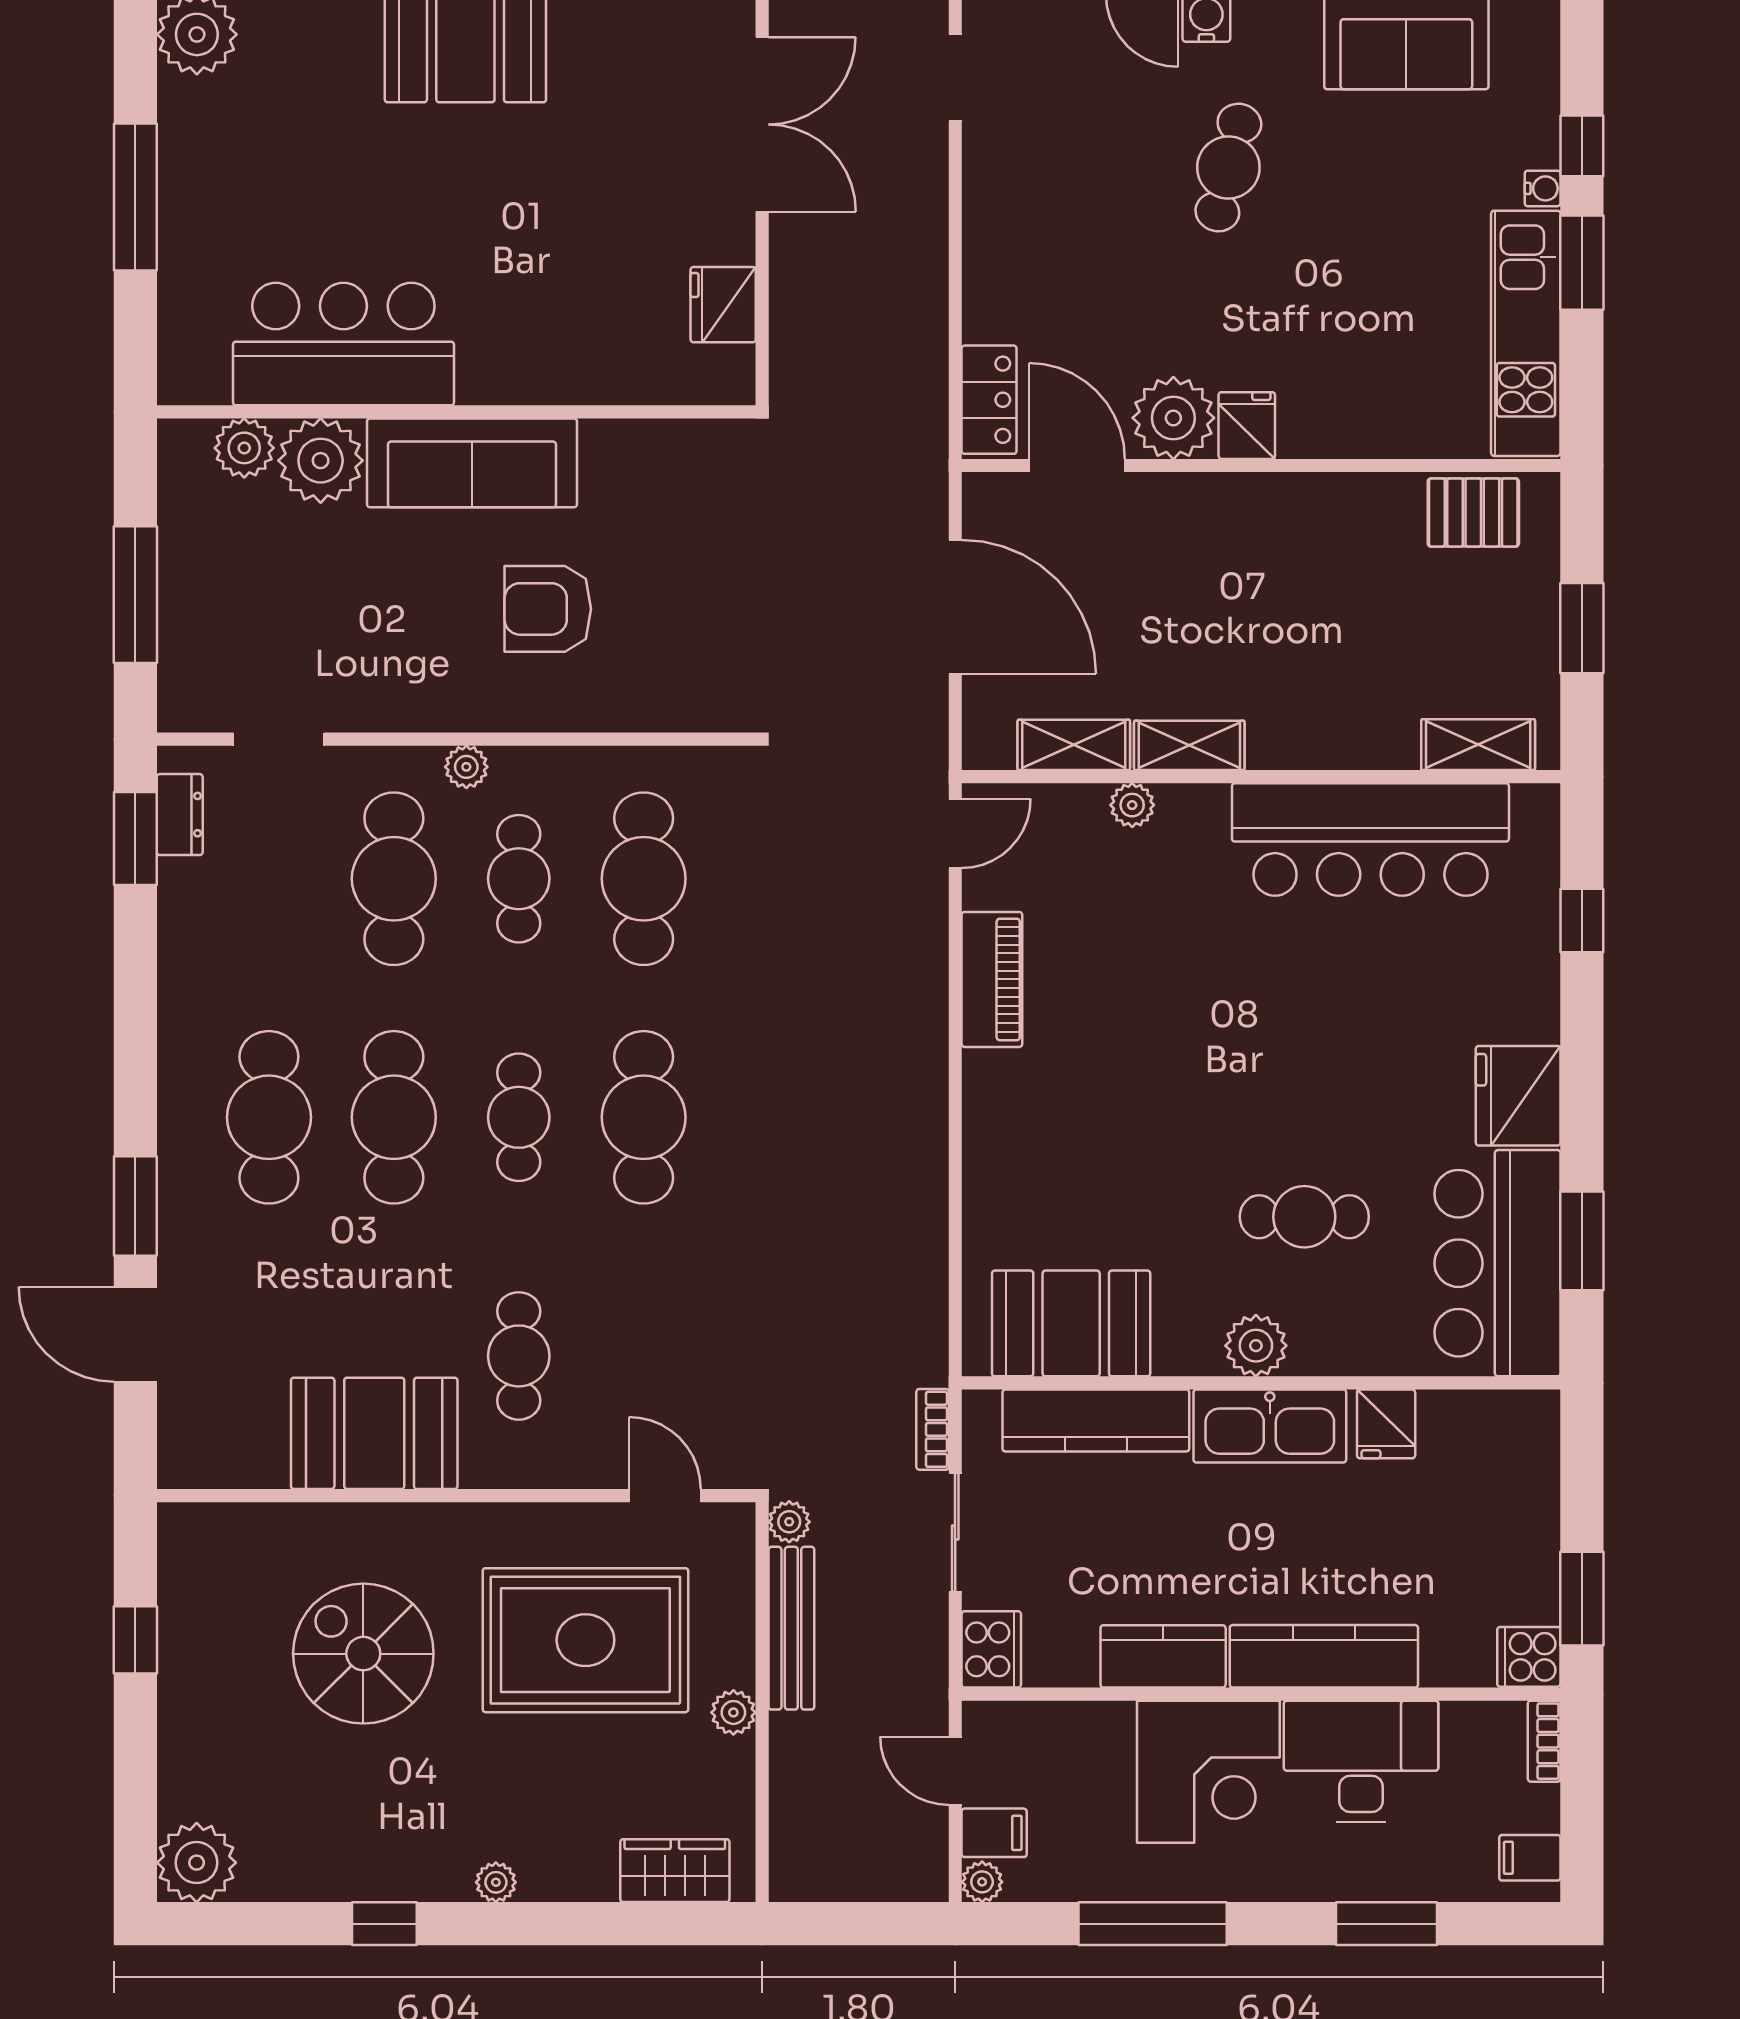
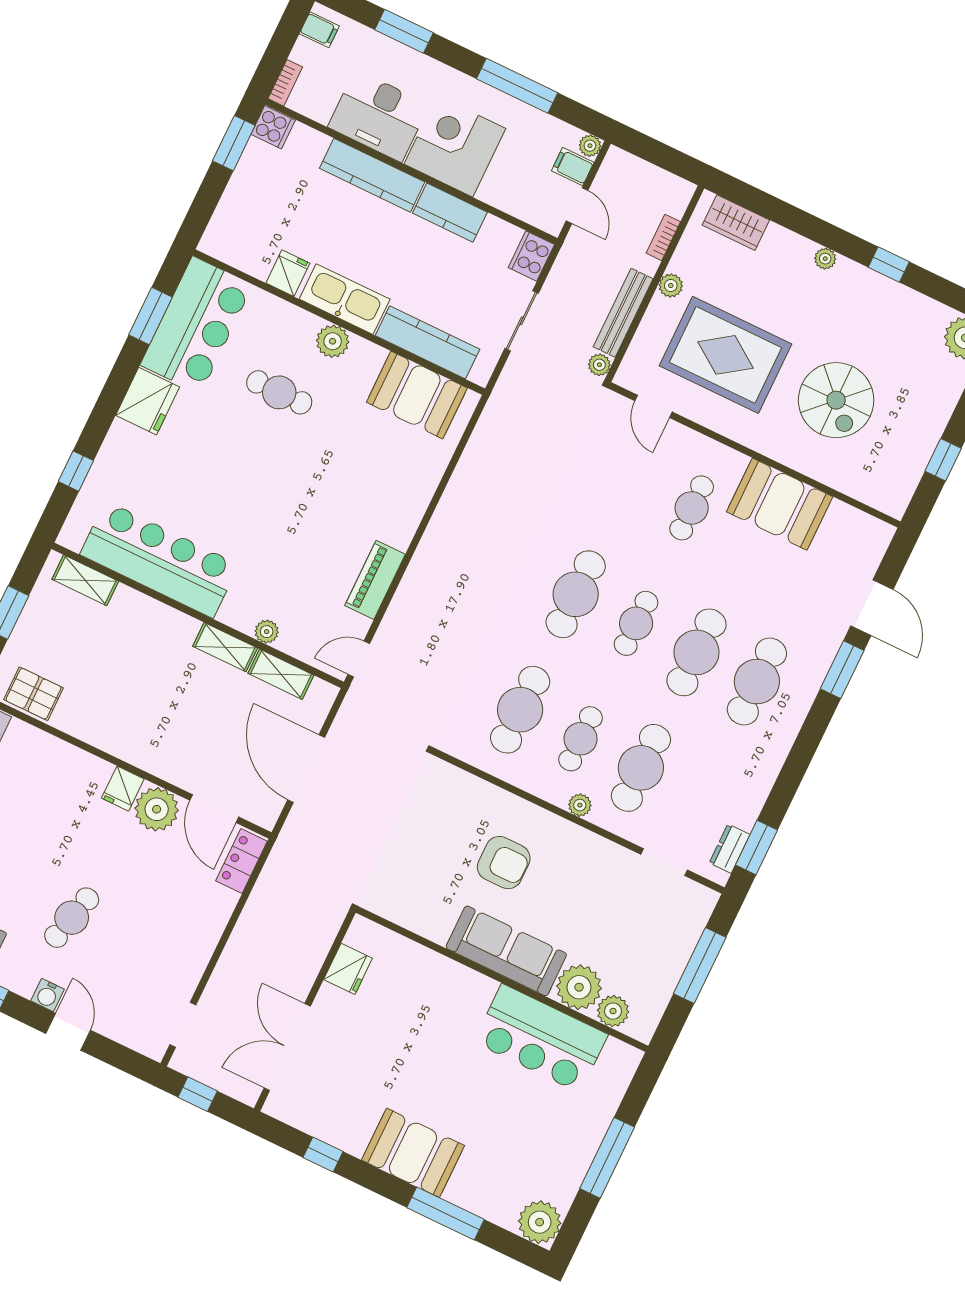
bookcase: (933, 1429) -> (663, 237), moved, turned 180

